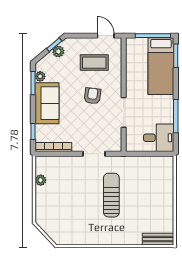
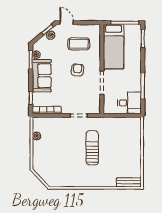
door: (106, 36) -> (67, 23), moved
bed: (161, 66) -> (114, 47), moved

